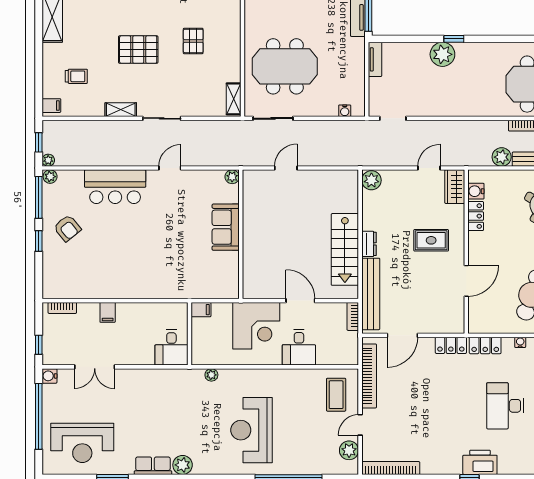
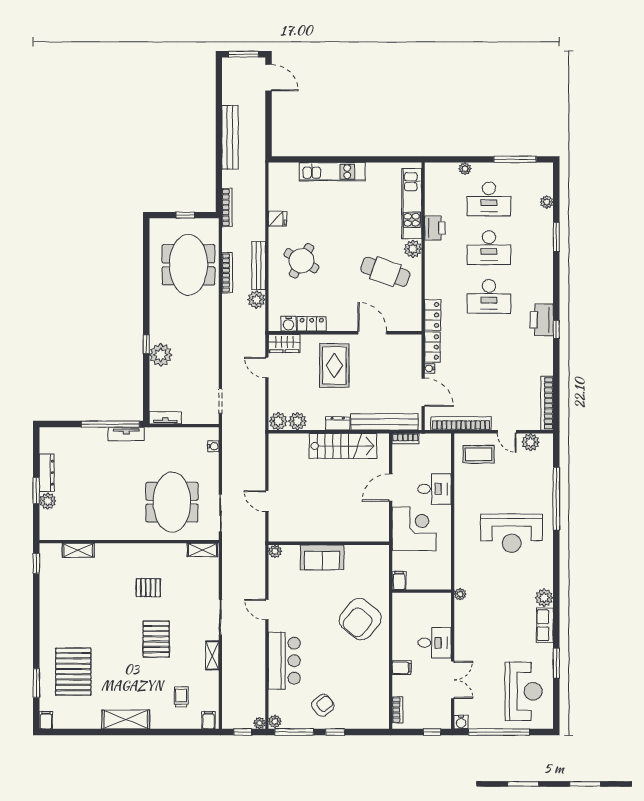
plant: (371, 201) -> (297, 421), added
rug: (431, 240) -> (334, 365), width x1.36, depth x1.43
armchair: (160, 268) -> (360, 619), added
water cooler: (520, 342) -> (430, 368), moved
desk: (171, 348) -> (435, 643), moved
plant: (211, 375) -> (460, 594), moved

